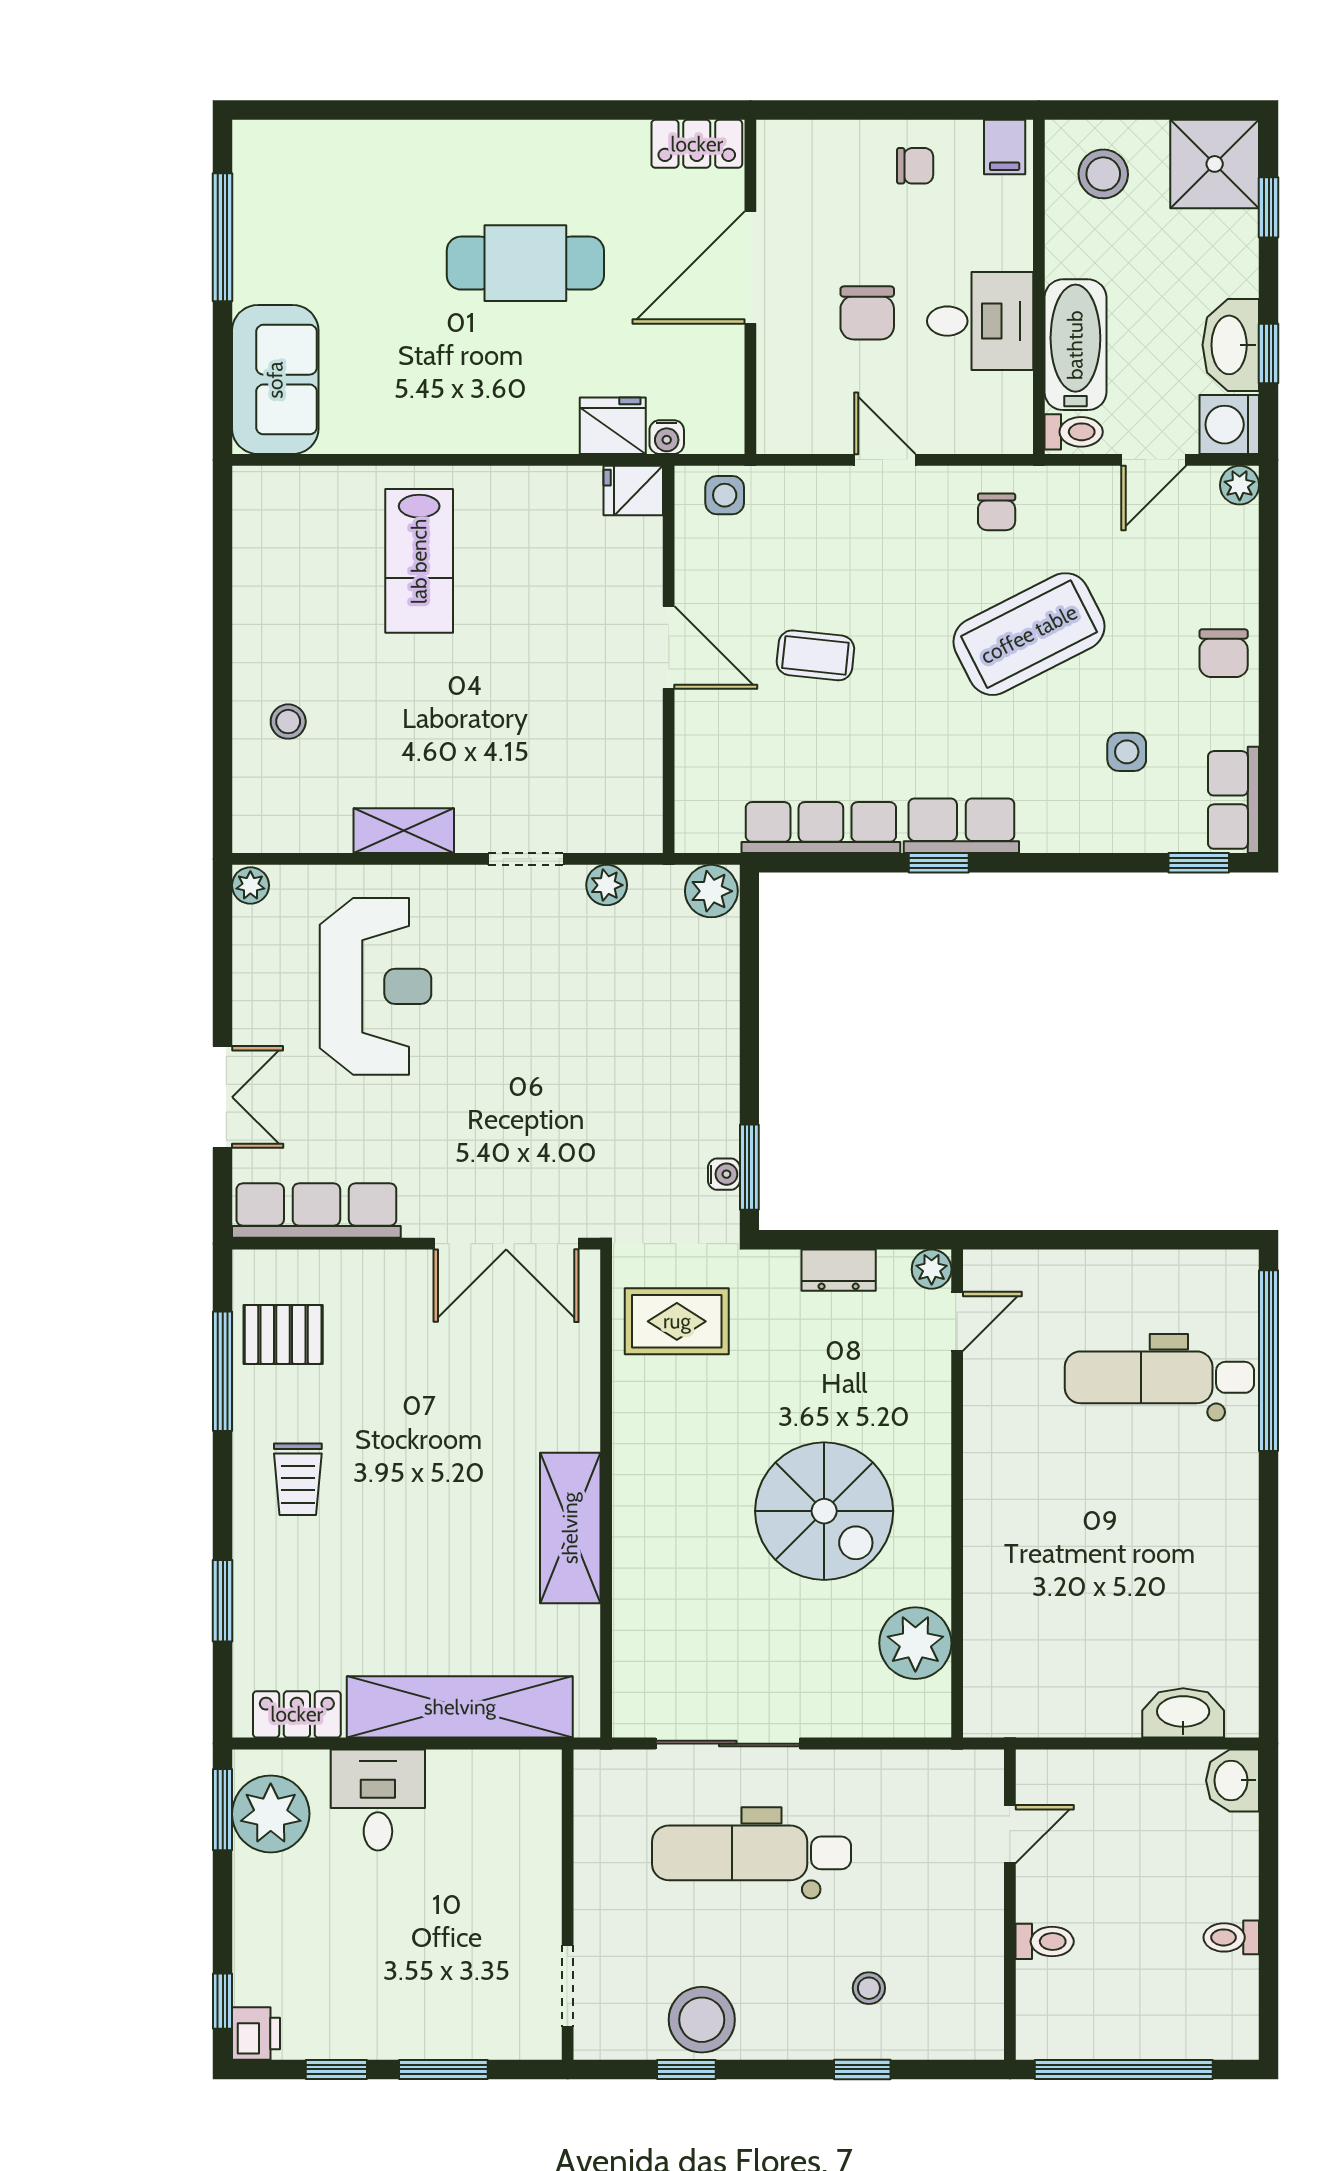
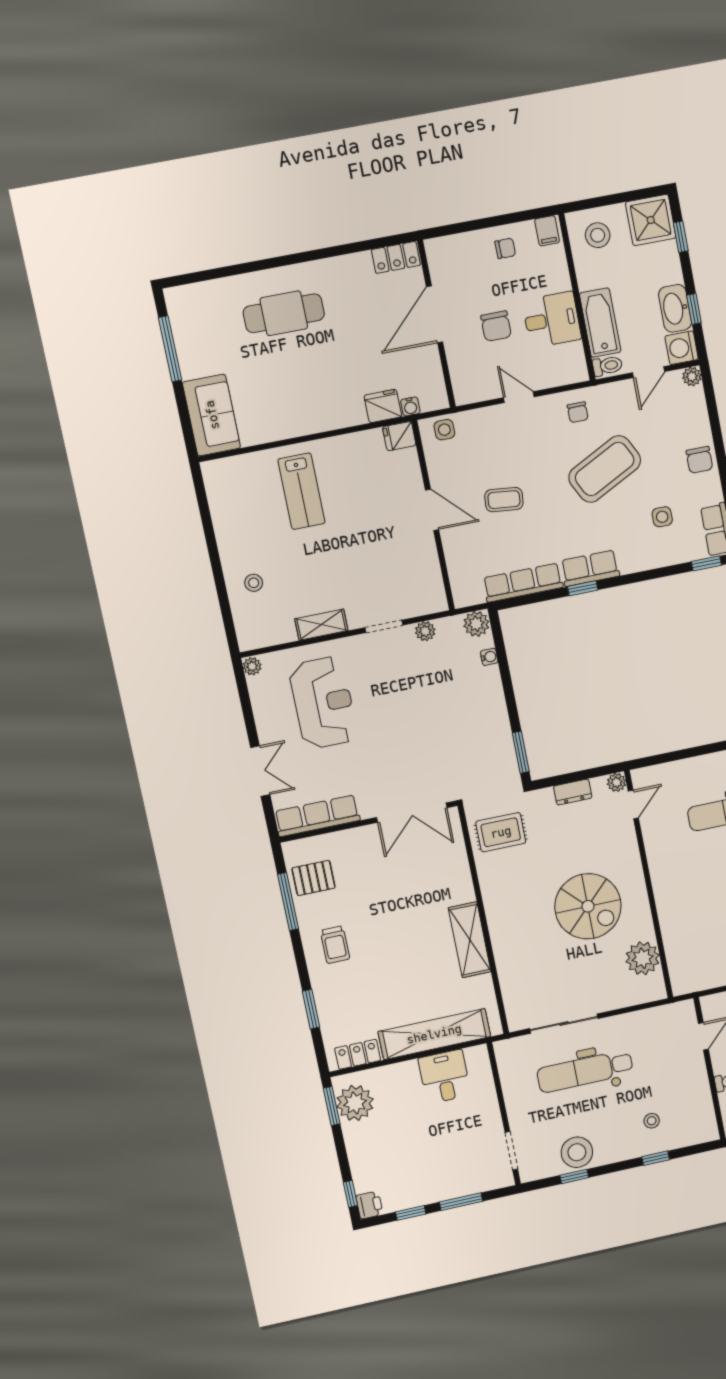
cafe table: (525, 263) -> (284, 313), moved
water cooler: (724, 1174) -> (489, 657), moved
desk: (378, 1800) -> (445, 1077), moved

